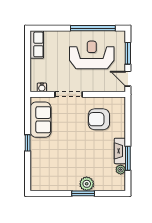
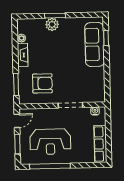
row of seats: (37, 44) -> (100, 144), width x1.48
door: (128, 79) -> (17, 121), hinge flipped
sofa: (41, 120) -> (95, 45), moved, width x1.36
window: (28, 143) -> (106, 38), moved
window: (128, 158) -> (16, 84), moved

